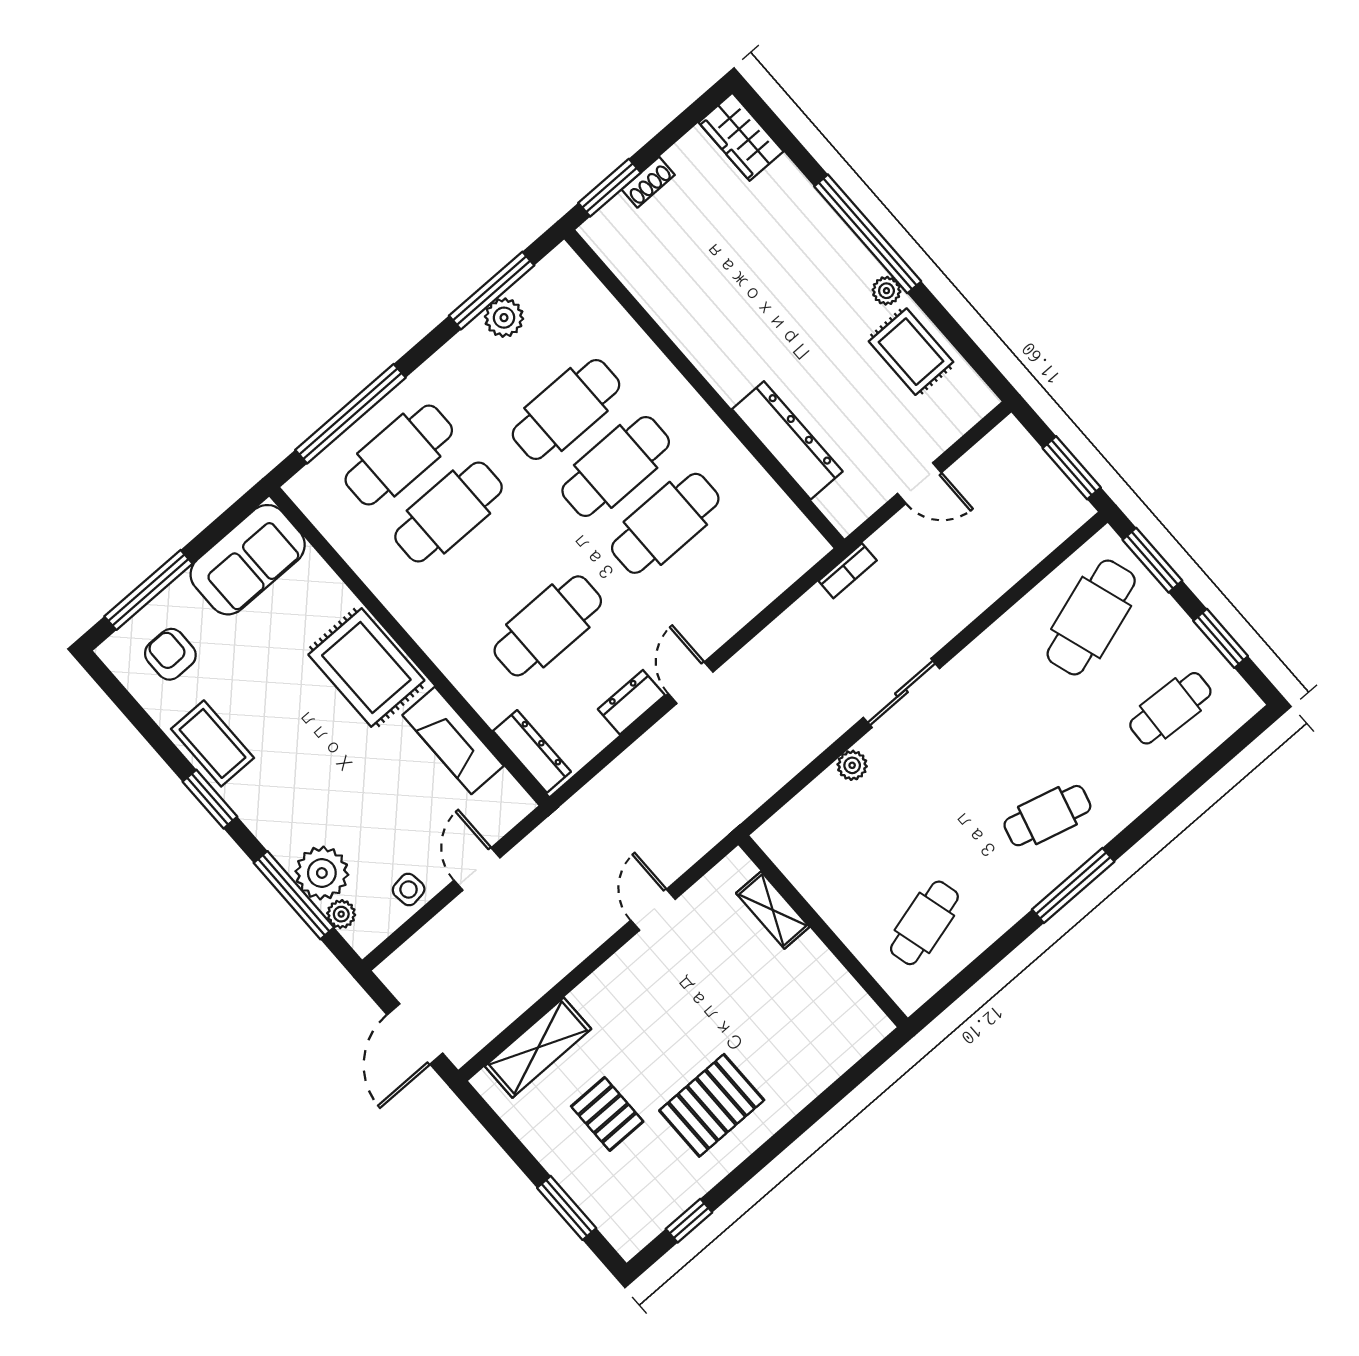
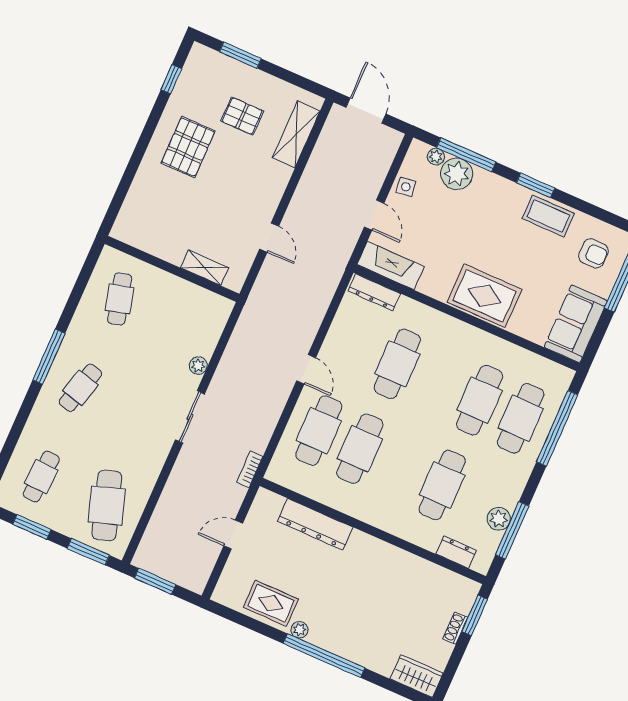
cafe table: (616, 466) -> (319, 431), moved
dresser: (631, 702) -> (456, 552), moved, turned -90
fireplace: (453, 740) -> (391, 266), moved

